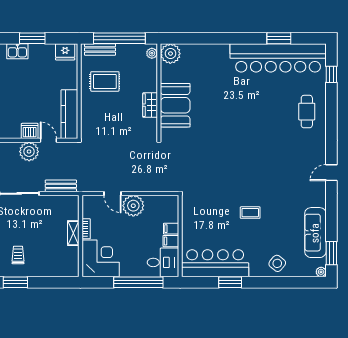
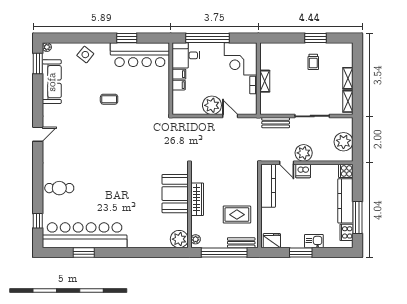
wardrobe: (150, 105) -> (197, 199), width x1.50
cafe table: (307, 112) -> (59, 188), turned 90

